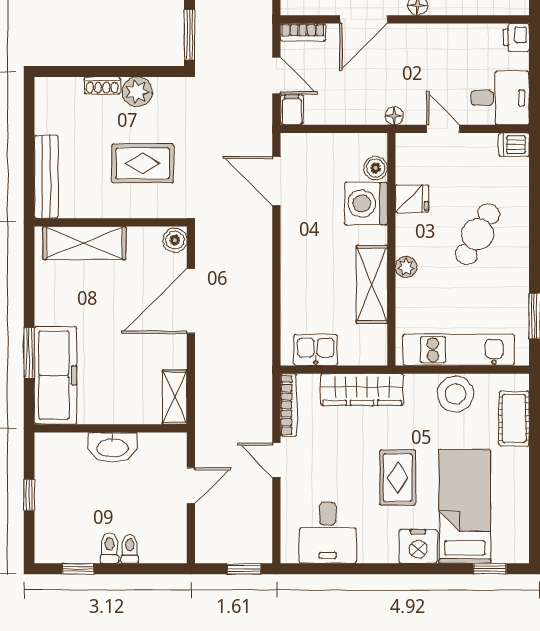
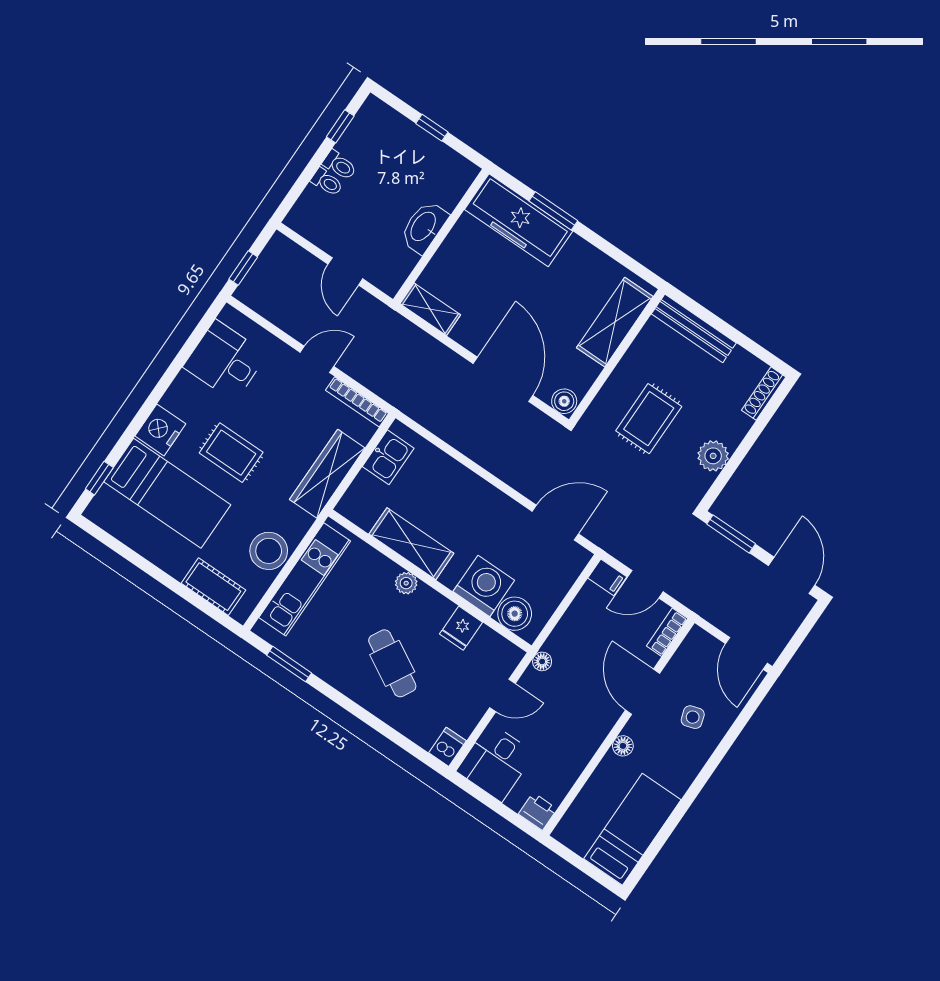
shoe rack: (102, 85) -> (764, 394), moved, width x1.43
boiler: (376, 168) -> (515, 614), width x1.36, depth x1.36

